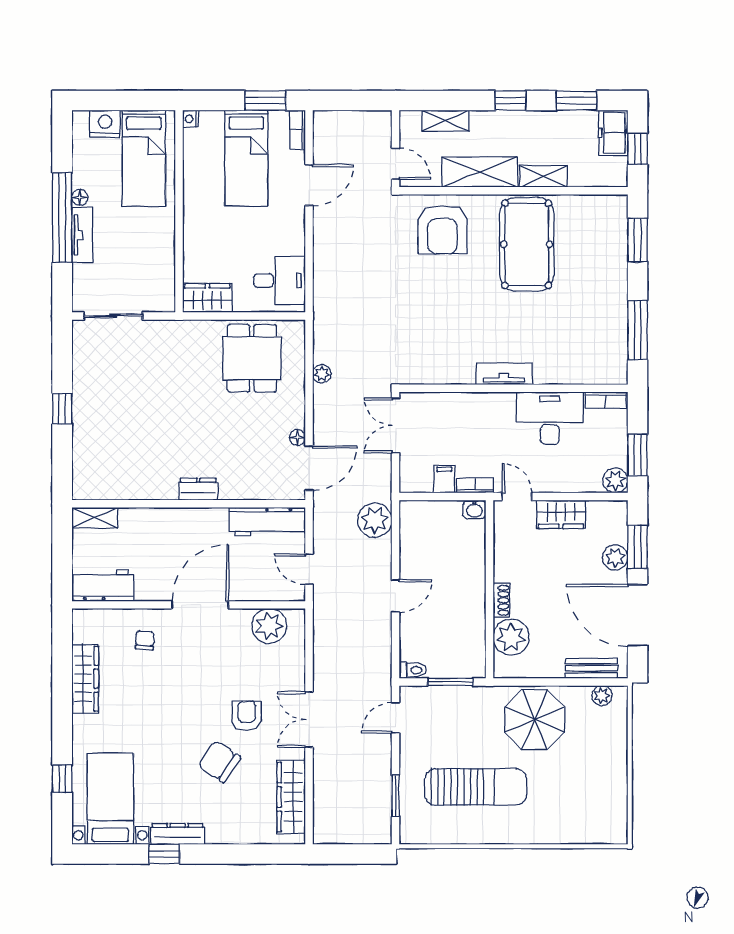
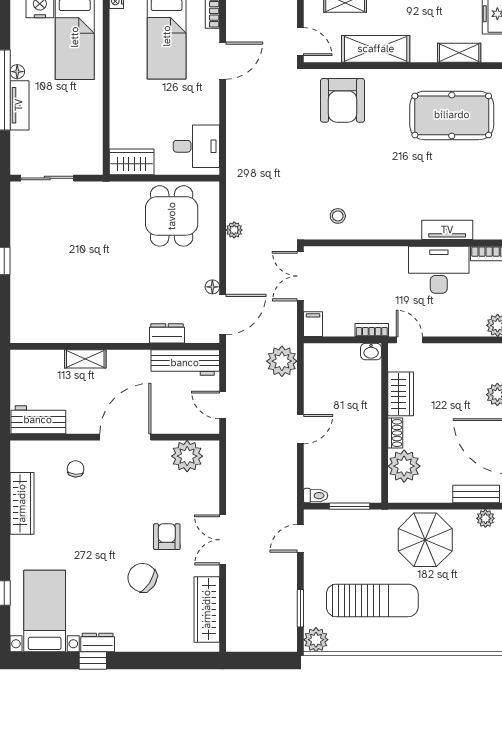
shelving: (543, 176) -> (459, 53), moved
pool table: (527, 244) -> (452, 115), moved, turned 90
stool: (437, 358) -> (338, 216), added
tv unit: (504, 374) -> (447, 230), moved
filing cabinet: (444, 479) -> (313, 324), moved
dresser: (198, 489) -> (167, 333), moved
wardrobe: (561, 514) -> (401, 394), moved, turned -90
shelving: (95, 518) -> (85, 359), moved
plant: (413, 831) -> (316, 640), added
dresser: (178, 834) -> (98, 643), width x0.70

